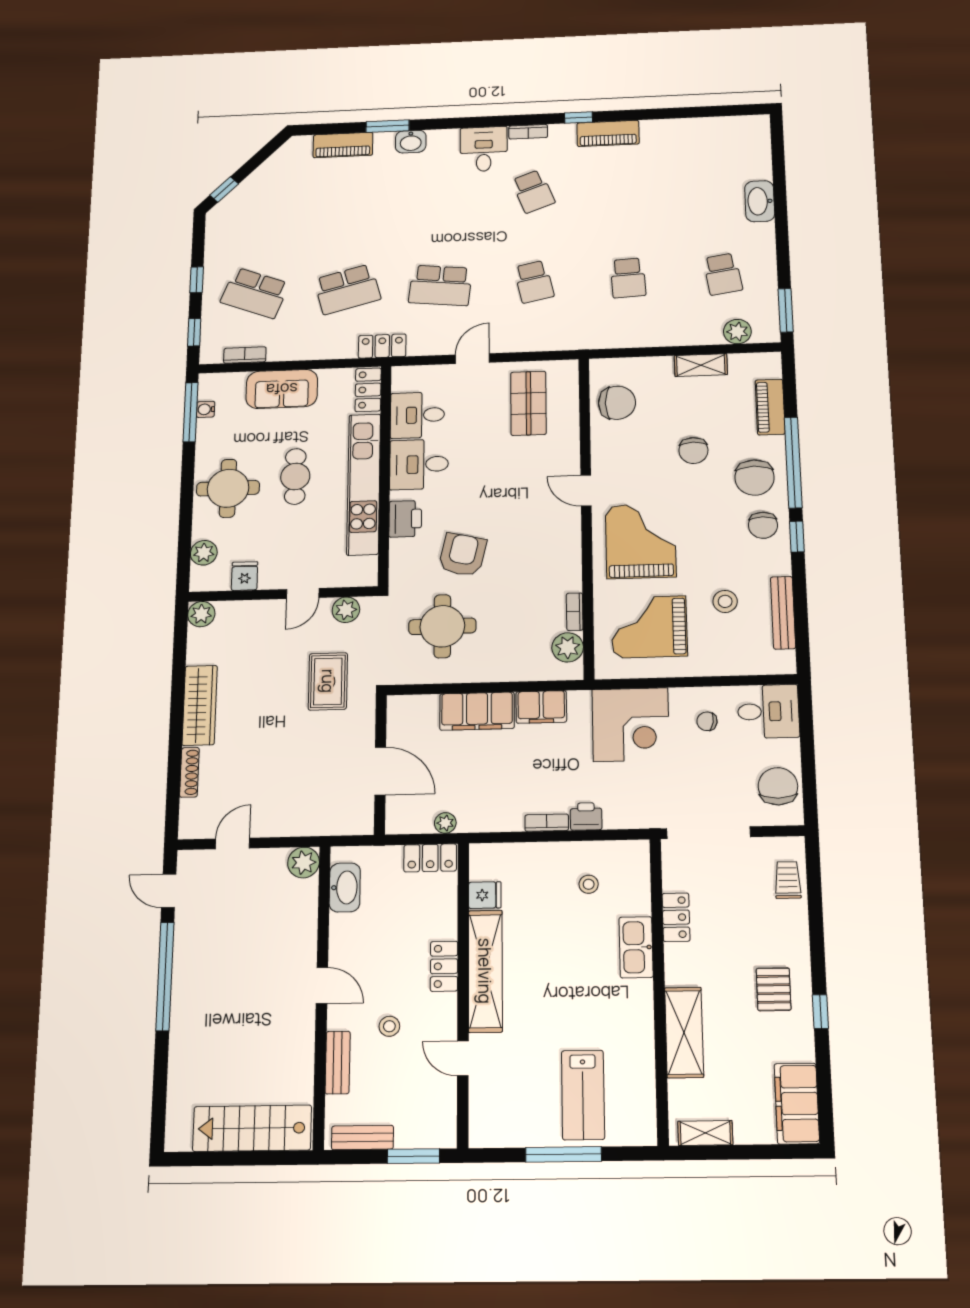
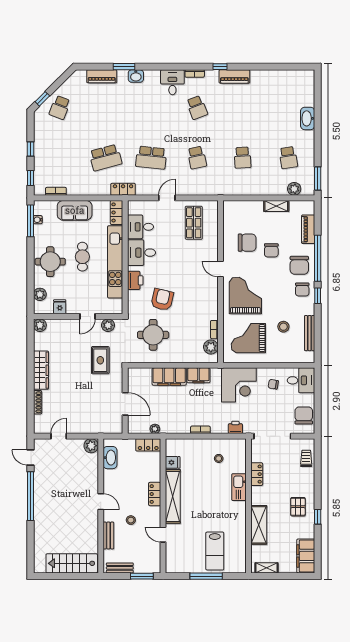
school desk: (255, 293) -> (60, 107), moved, width x0.54
chair: (617, 403) -> (247, 243), moved
printer: (586, 816) -> (235, 427), moved

